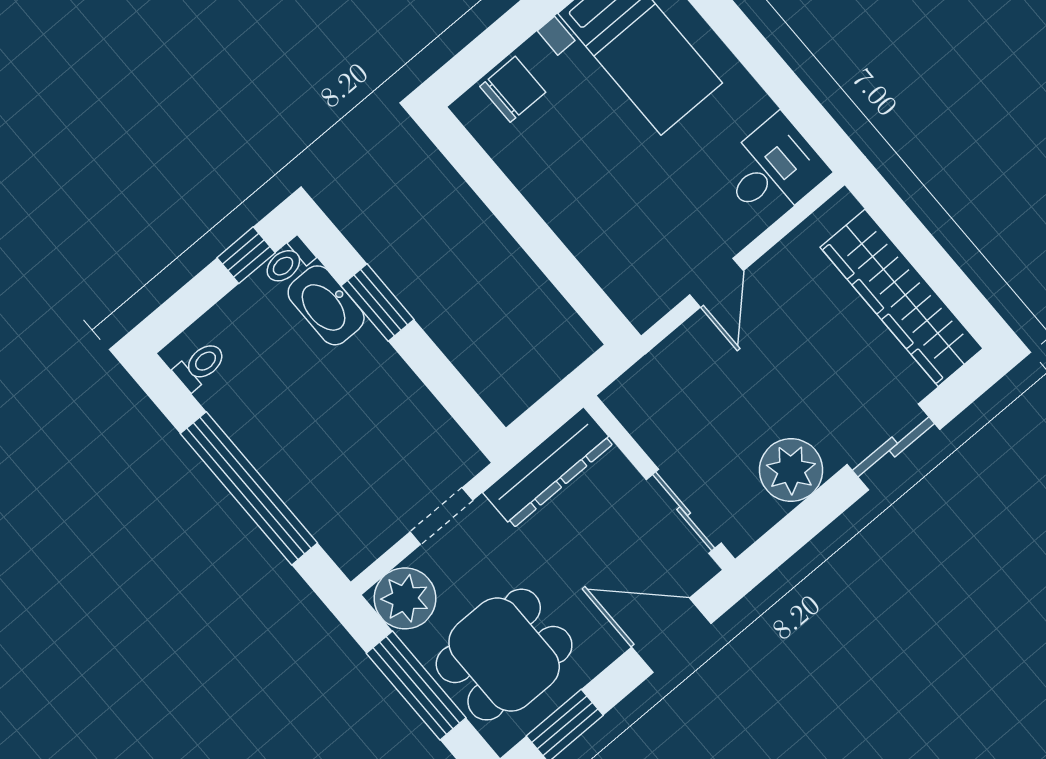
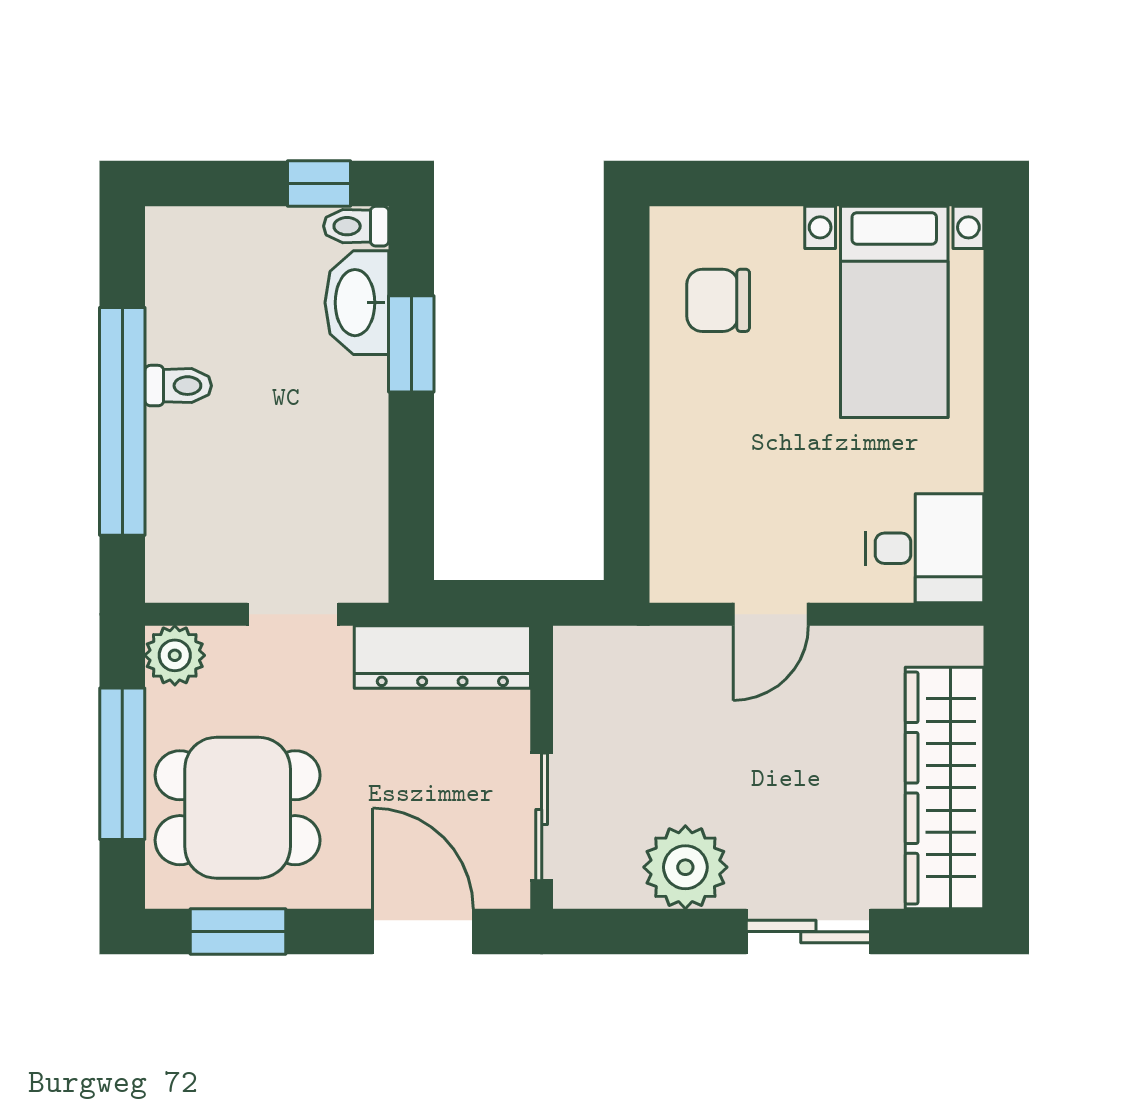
chair: (513, 89) -> (718, 300), moved, turned 180
toilet: (200, 366) -> (178, 386), moved
plant: (405, 598) -> (175, 655), width x0.73, depth x0.73

